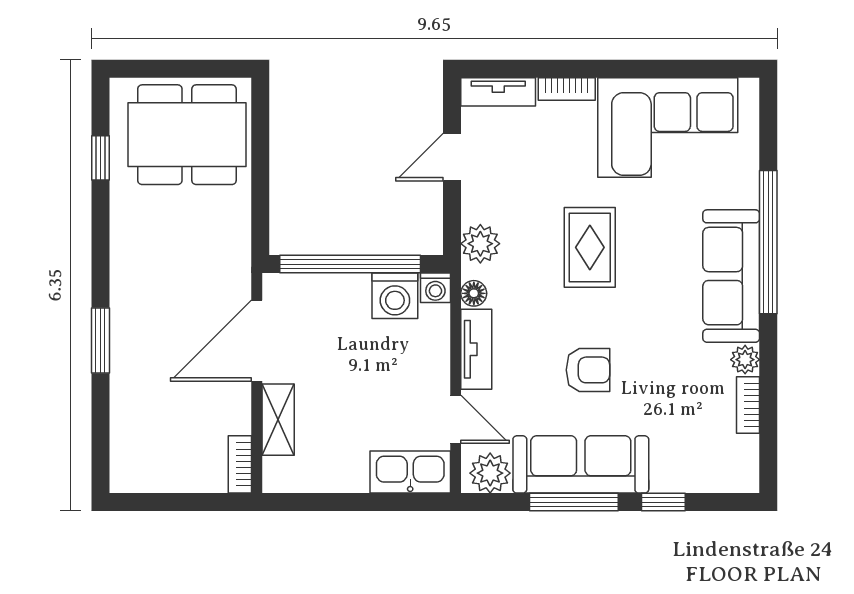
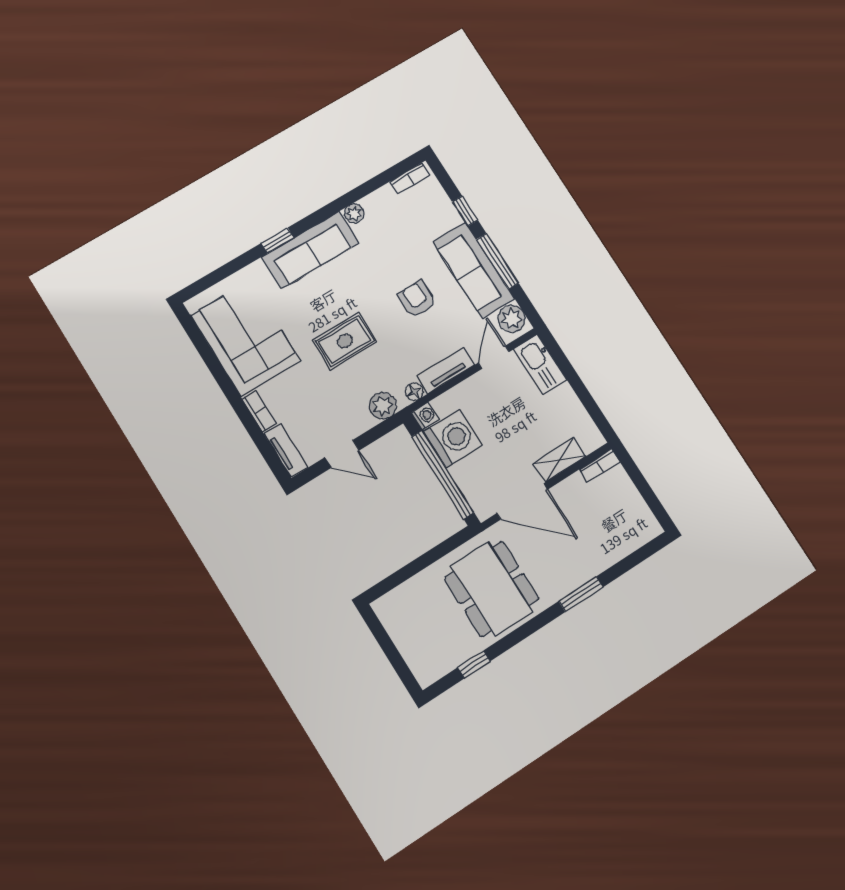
dining table: (187, 135) -> (492, 589), moved
window: (768, 242) -> (277, 241), width x0.32
washing machine: (395, 296) -> (453, 439), width x1.37, depth x1.37
bookcase: (748, 405) -> (410, 178), moved

